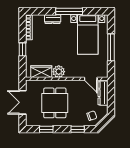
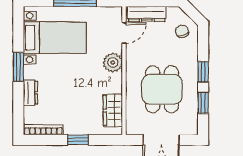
window: (69, 11) -> (18, 67), width x0.69
plant: (59, 72) -> (113, 63), moved
dining table: (55, 103) -> (162, 89), turned 90
window: (78, 129) -> (203, 72), moved

